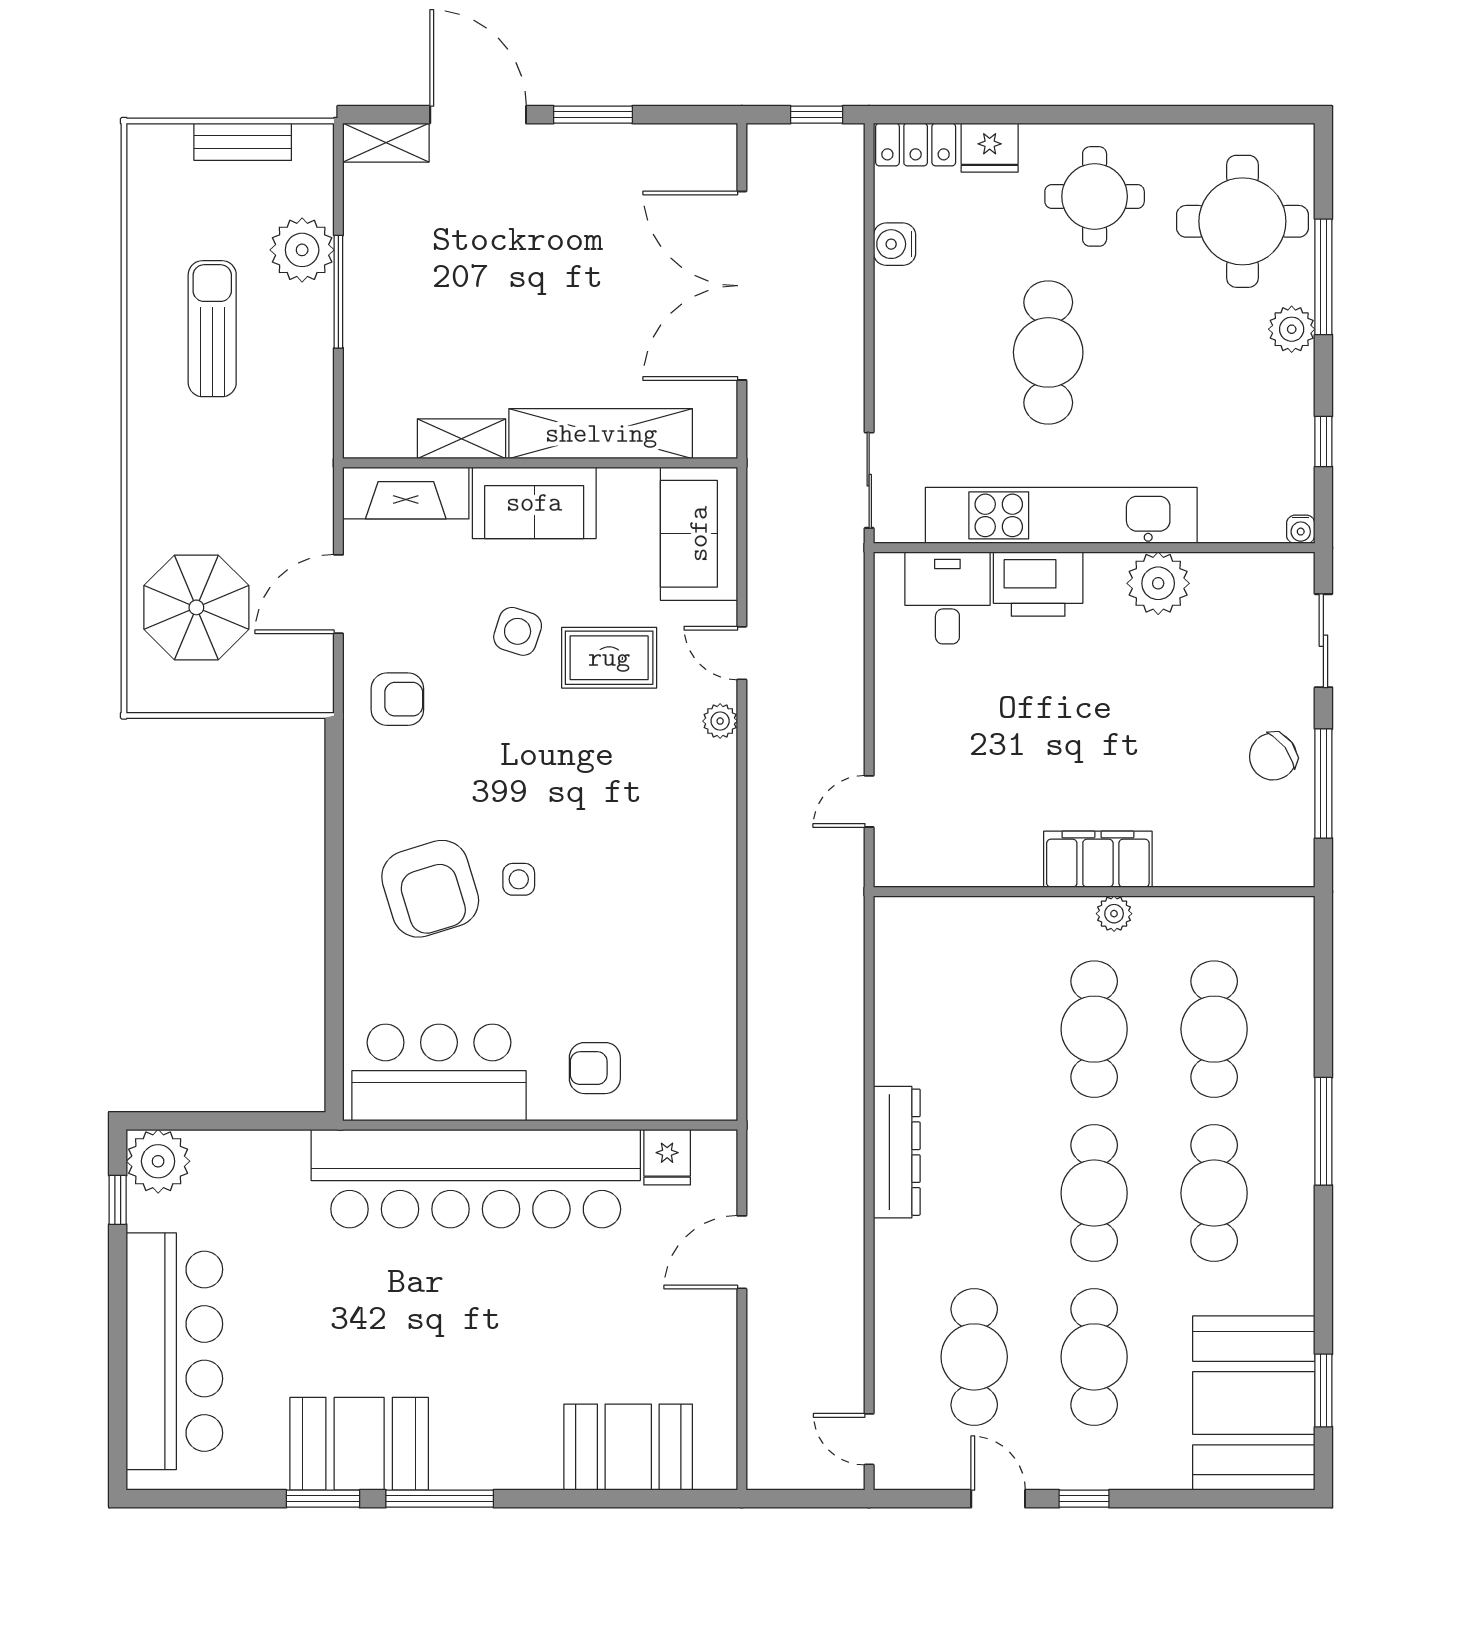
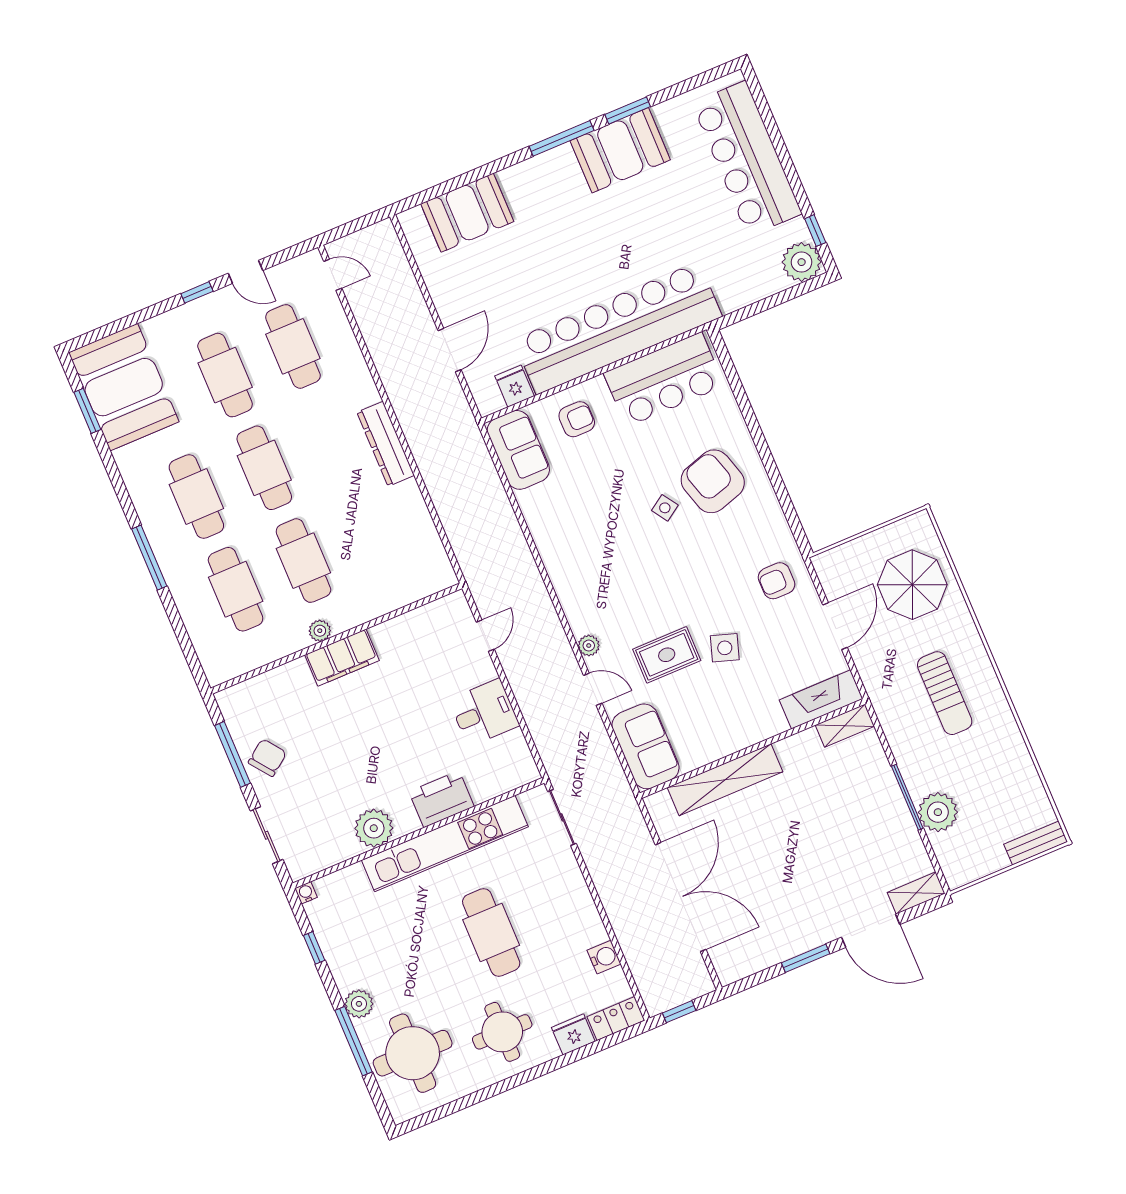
bench: (243, 142) -> (1036, 843), moved
sun lounger: (212, 329) -> (945, 693), moved
shelving: (461, 439) -> (845, 726), moved
sofa: (534, 503) -> (518, 450), moved, turned 90
desk: (947, 598) -> (484, 712), moved, turned -90
side table: (519, 879) -> (665, 508), turned -34

